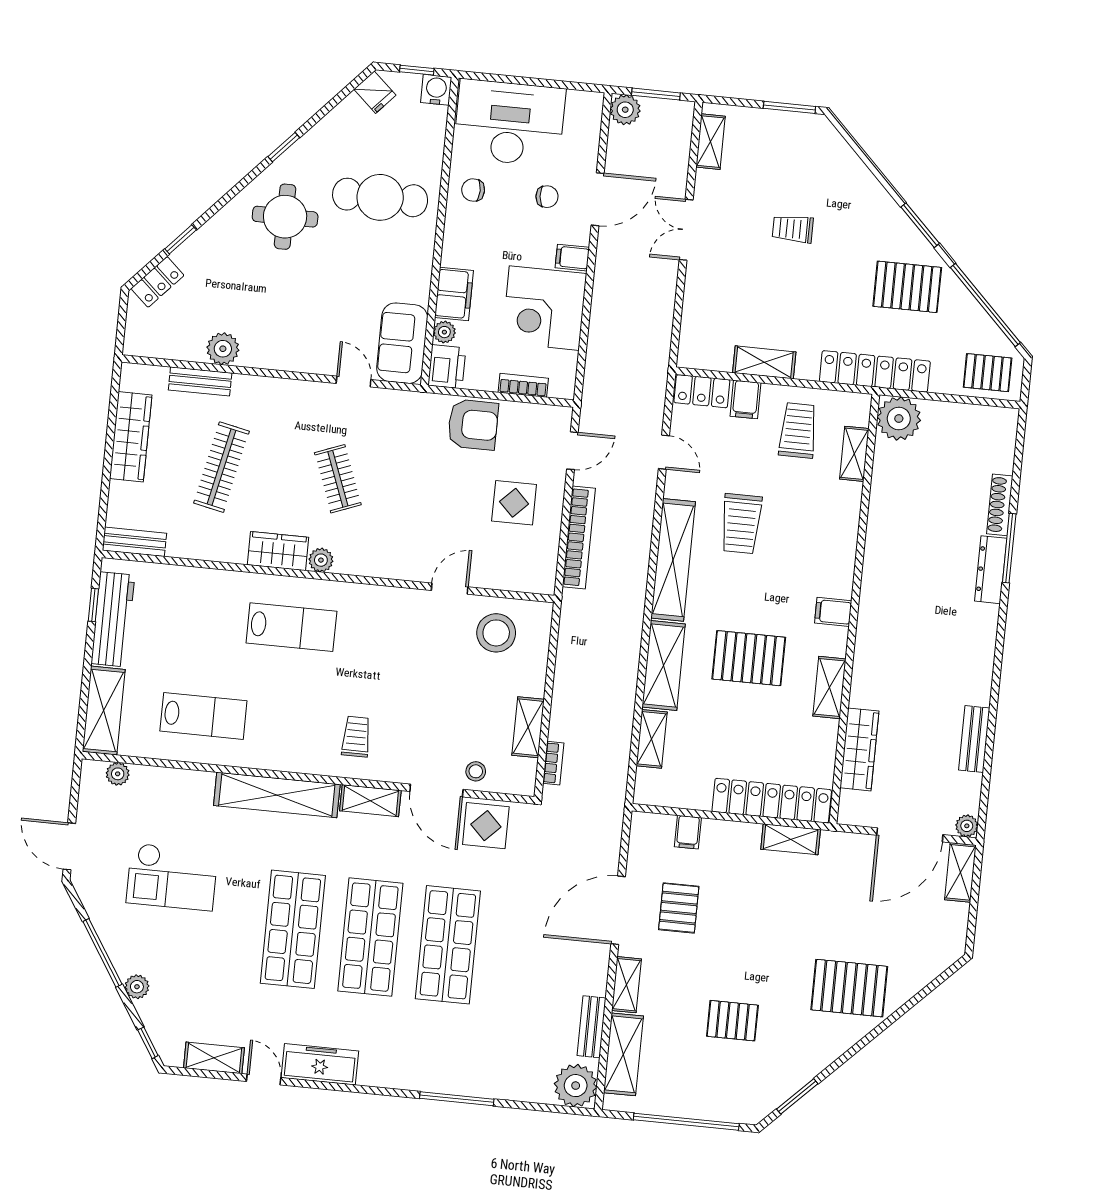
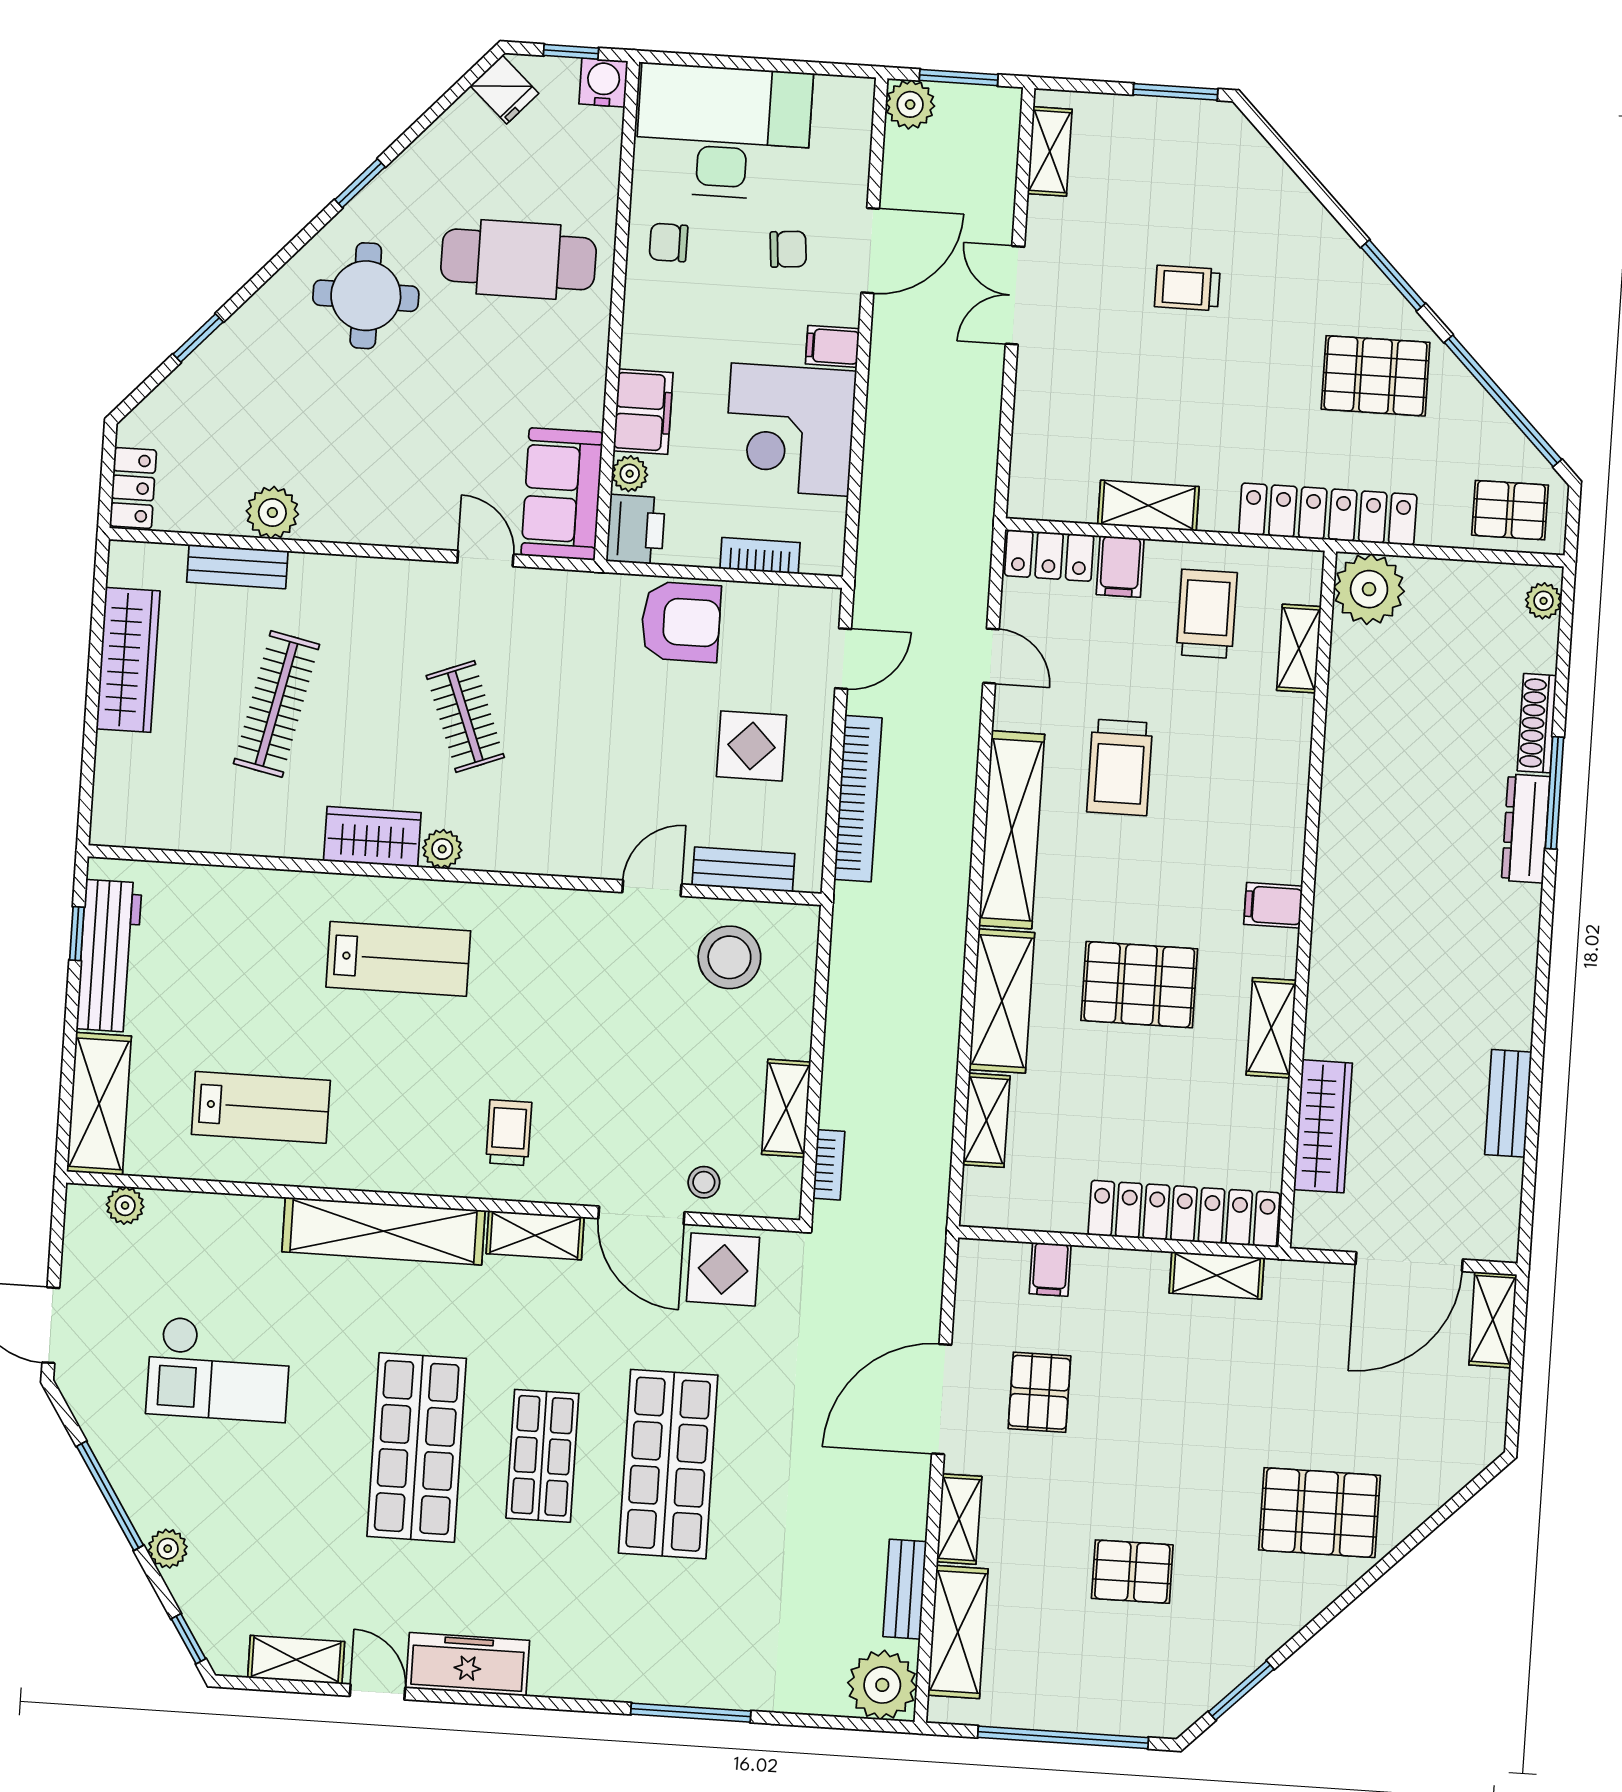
locker: (158, 282) -> (133, 488), moved, turned -42
bench: (134, 542) -> (743, 869), moved
plant: (967, 826) -> (1544, 601), moved
shop shelf: (370, 937) -> (542, 1456), width x0.70, depth x0.74

